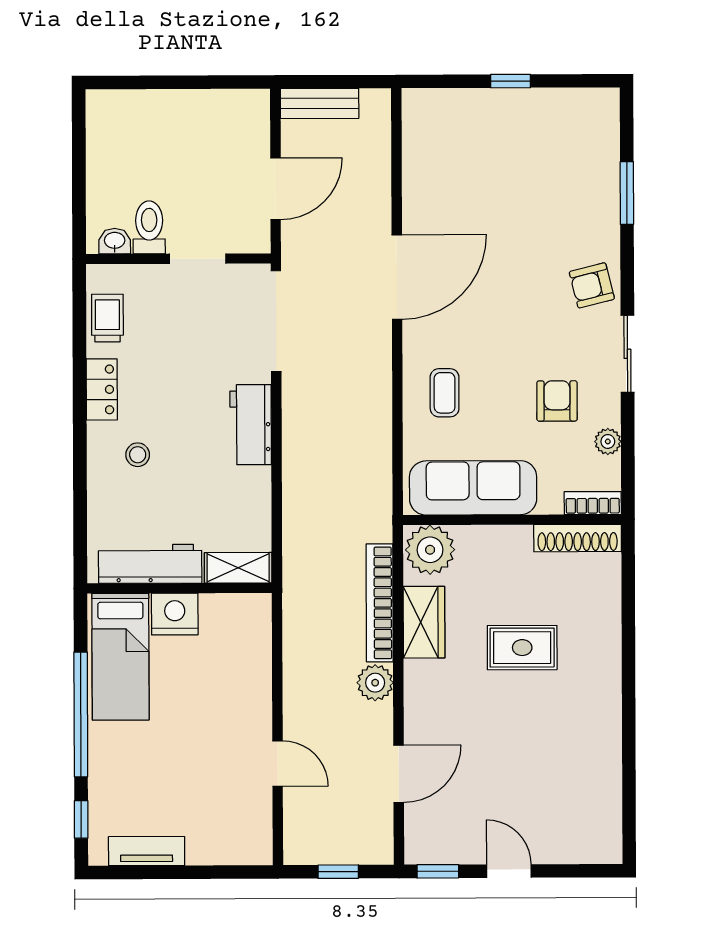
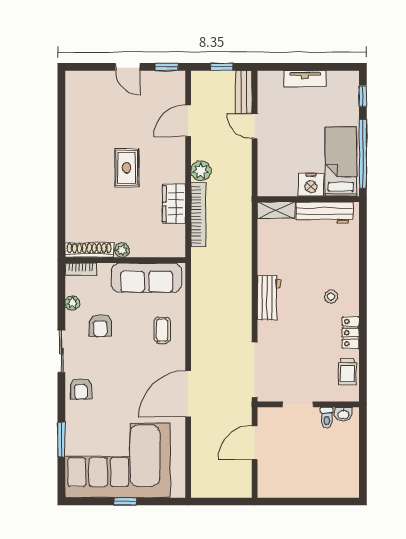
bench: (320, 103) -> (244, 92), moved, turned 90
corner sofa: (525, 156) -> (118, 460), added
toilet: (149, 227) -> (327, 418), width x0.73, depth x0.72
armchair: (592, 285) -> (81, 389), turned 104
workbench: (251, 425) -> (269, 298), moved
plant: (430, 550) -> (122, 250), moved, width x0.53, depth x0.53
workbench: (150, 564) -> (324, 213), moved
shelving: (238, 568) -> (276, 210), moved
wall: (179, 588) -> (308, 199), moved
nightstand: (175, 614) -> (311, 185), moved
rug: (522, 648) -> (126, 168), moved, turned 90
bed: (121, 657) -> (341, 161), moved
tv unit: (147, 851) -> (305, 79), moved

